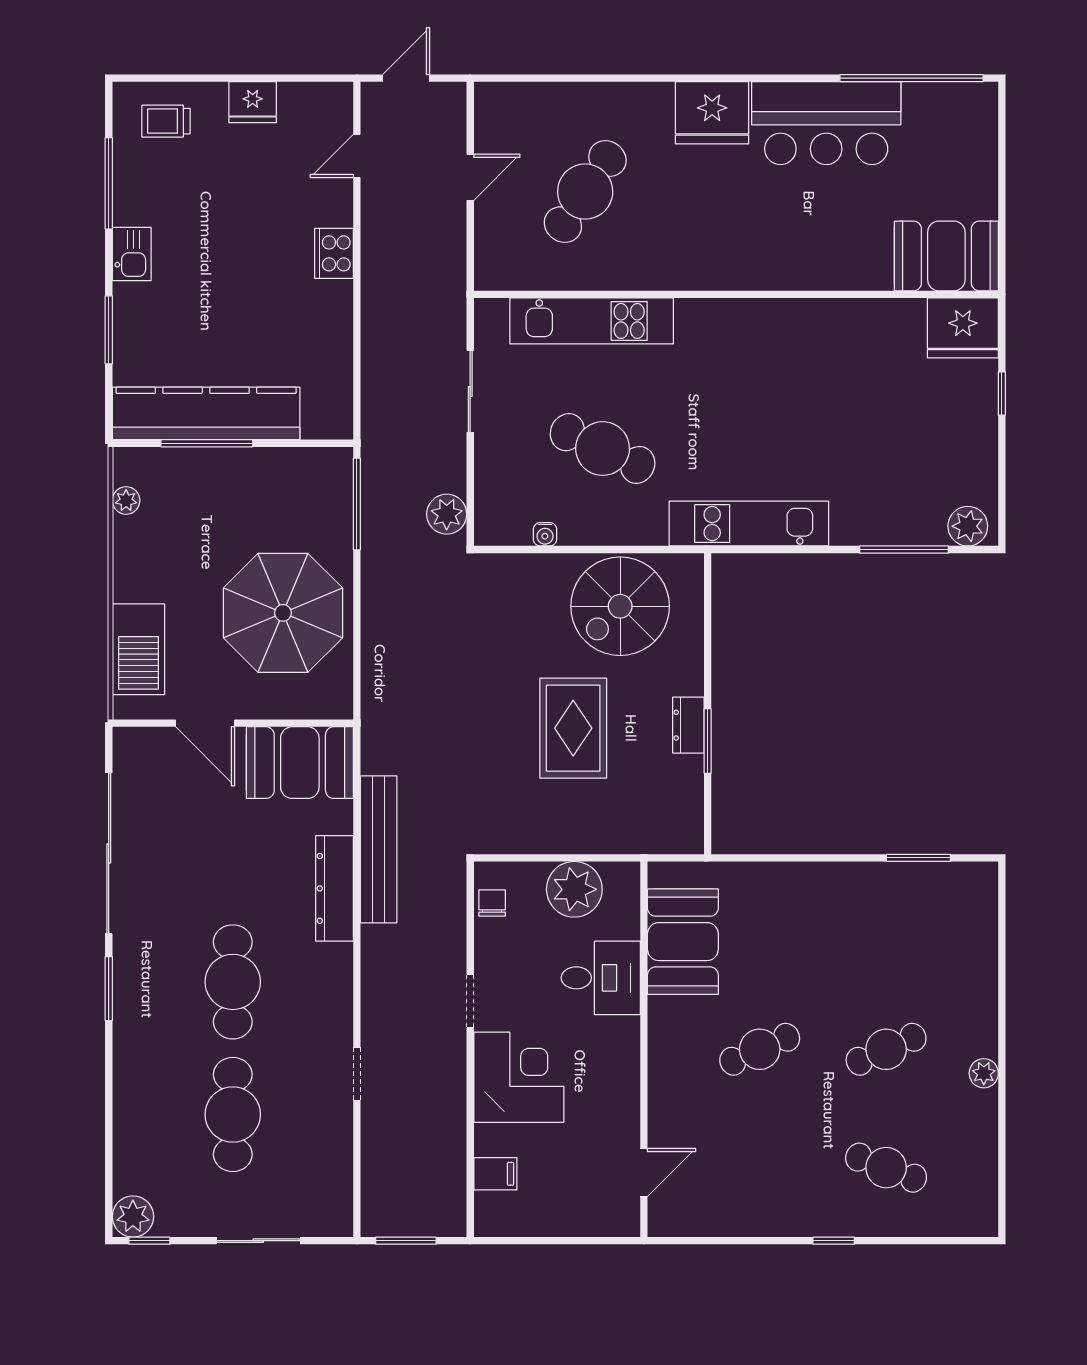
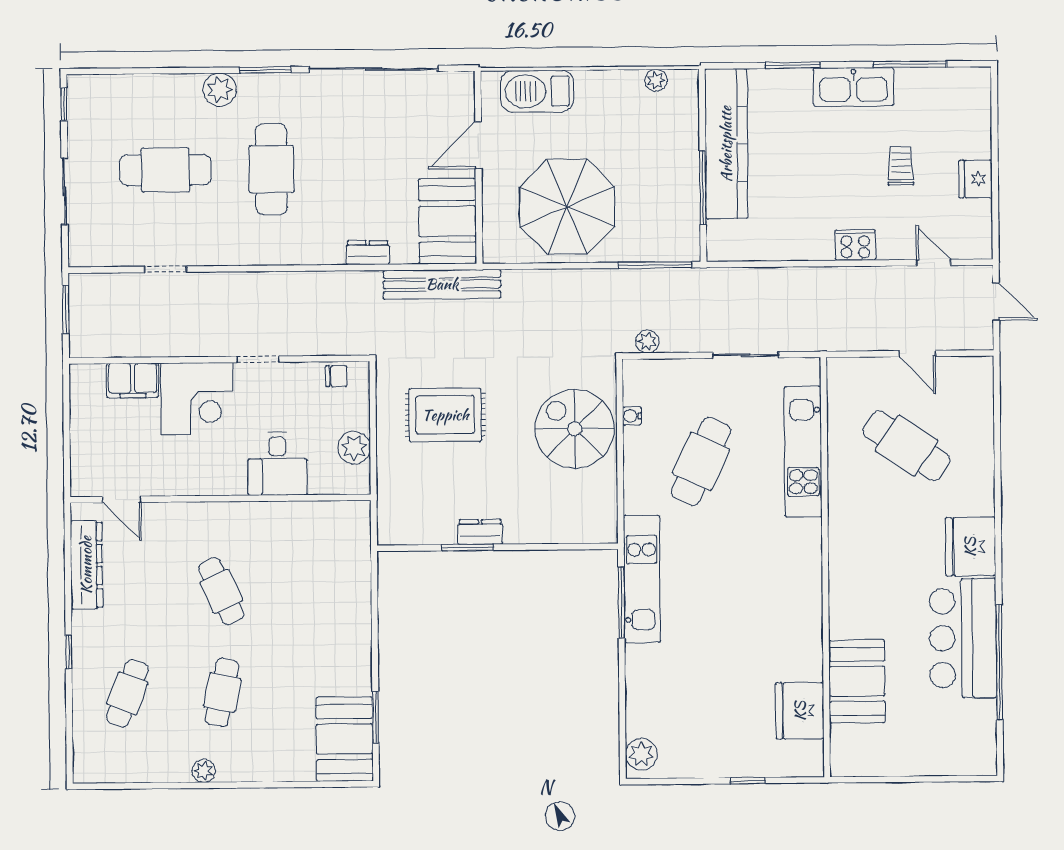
window: (911, 78) -> (999, 662), moved
trolley: (166, 121) -> (901, 166), moved
kitchen sink: (132, 254) -> (853, 87), width x1.88, depth x1.24
booth: (946, 256) -> (857, 681), moved
fridge: (963, 328) -> (800, 711), moved
window: (207, 443) -> (703, 188), moved
plant: (447, 514) -> (647, 341), width x0.73, depth x0.73
window: (904, 550) -> (621, 603), moved
spiral stairs: (620, 606) -> (575, 429), moved
rug: (573, 728) -> (445, 415), moved
bench: (379, 849) -> (442, 284), moved
dresser: (334, 888) -> (368, 253), width x0.51, depth x0.80
plant: (574, 889) -> (354, 448), width x0.73, depth x0.73
booth: (683, 942) -> (345, 739), moved, turned 90
cafe table: (233, 982) -> (271, 169), turned 90
cafe table: (886, 1049) -> (222, 692), turned 36
doorway: (357, 1074) -> (166, 269), moved
filing cabinet: (495, 1174) -> (133, 381), width x2.00
plant: (133, 1216) -> (220, 90), moved
dresser: (725, 1217) -> (86, 565), added

